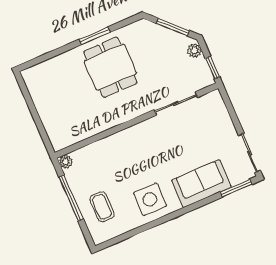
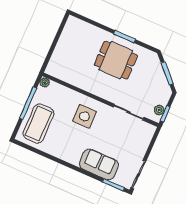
plant: (194, 51) -> (159, 110), moved
dining table: (110, 67) -> (116, 60), turned 90
side table: (150, 199) -> (84, 116), moved
coffee table: (102, 207) -> (38, 124), width x1.86, depth x1.72

